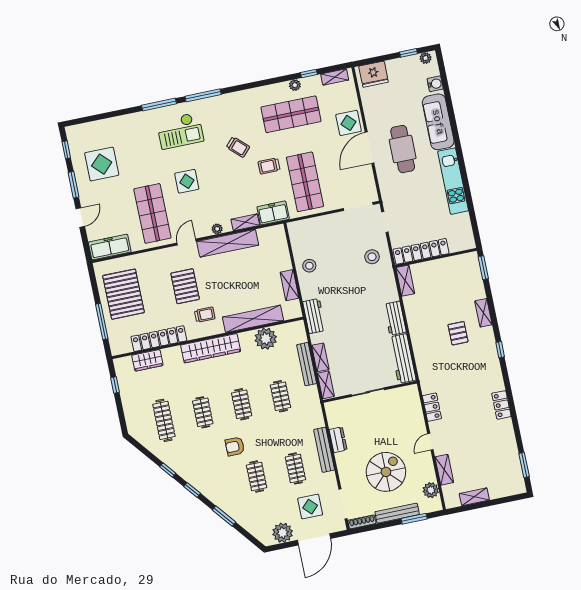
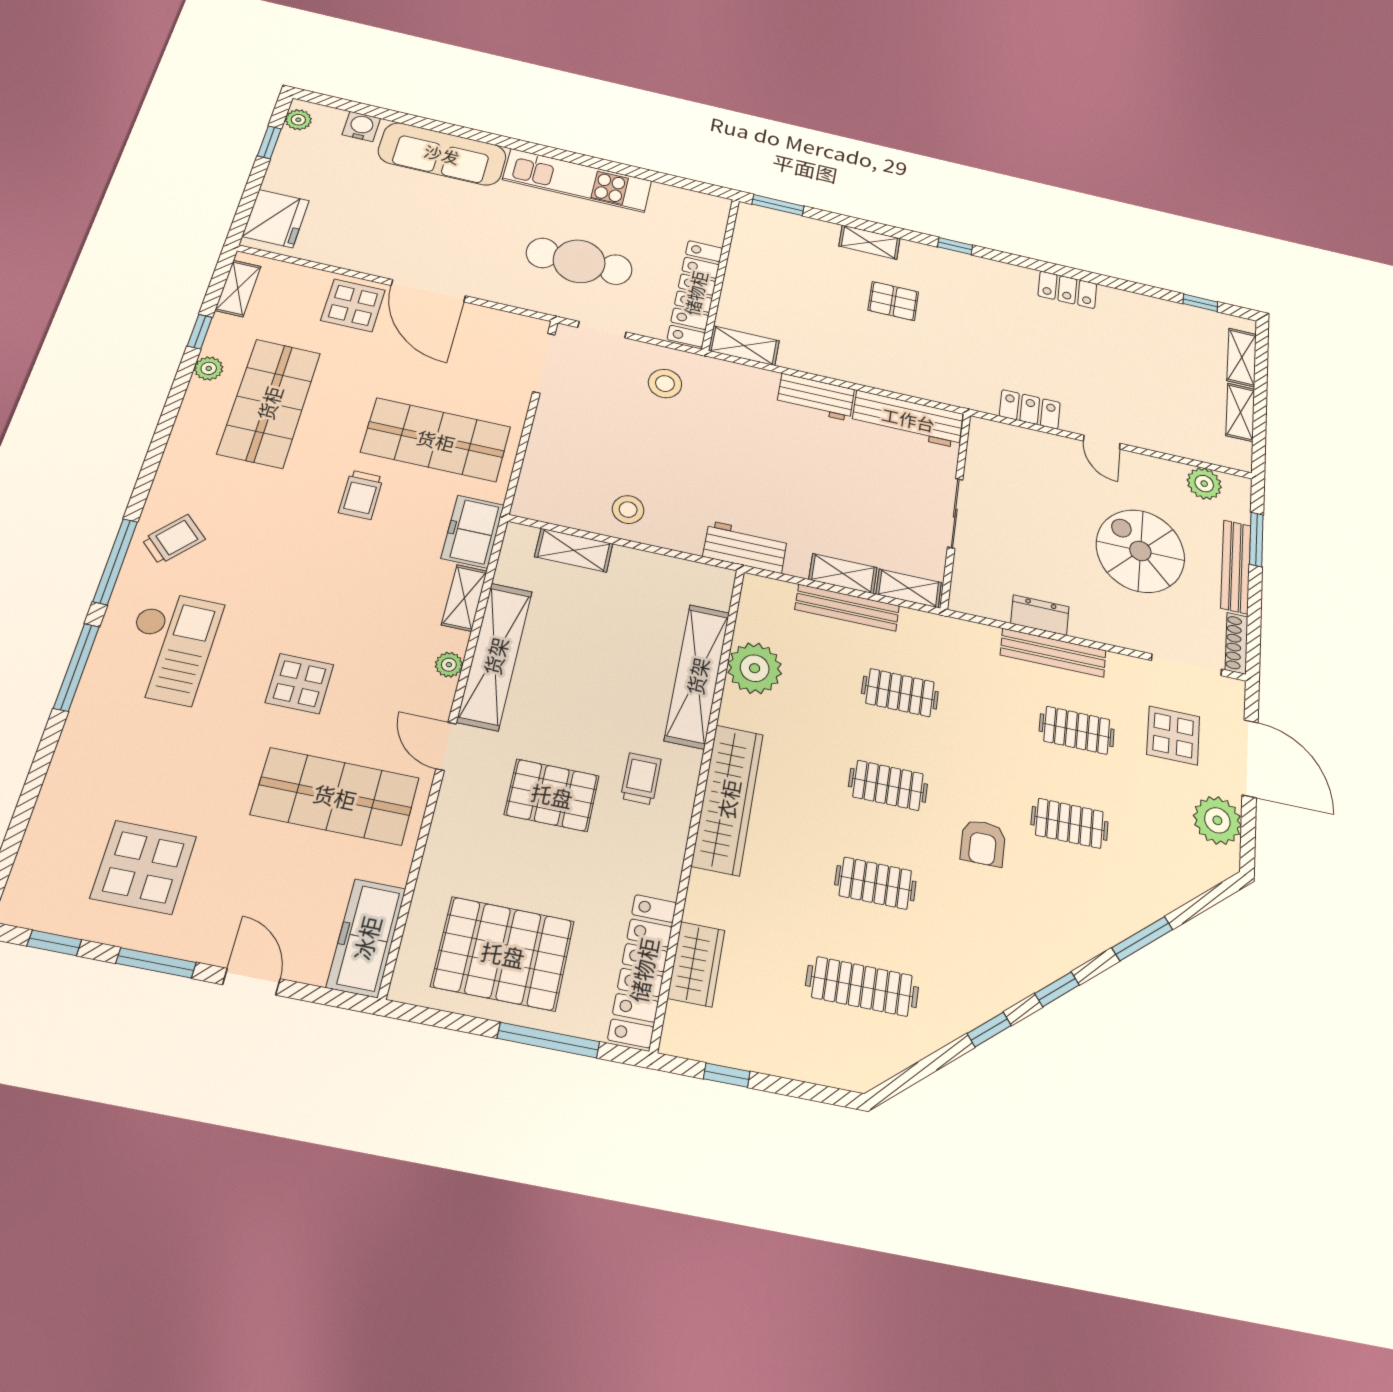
trolley: (238, 147) -> (174, 539), moved
cafe table: (403, 149) -> (579, 261), moved
shelving: (289, 285) -> (574, 550), moved
locker: (159, 339) -> (643, 970), moved
window: (524, 465) -> (1200, 303), width x0.67
shelving: (444, 470) -> (1242, 357), moved, turned 90

